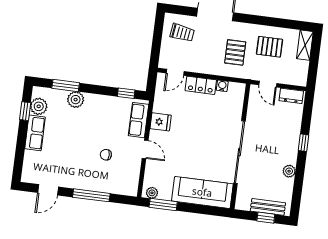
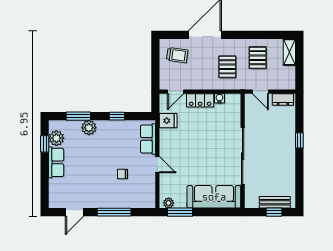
pallet: (270, 47) -> (258, 58), turned 90
window: (126, 93) -> (117, 116), moved
fridge: (161, 122) -> (168, 121), moved
plant: (289, 171) -> (290, 168), removed

